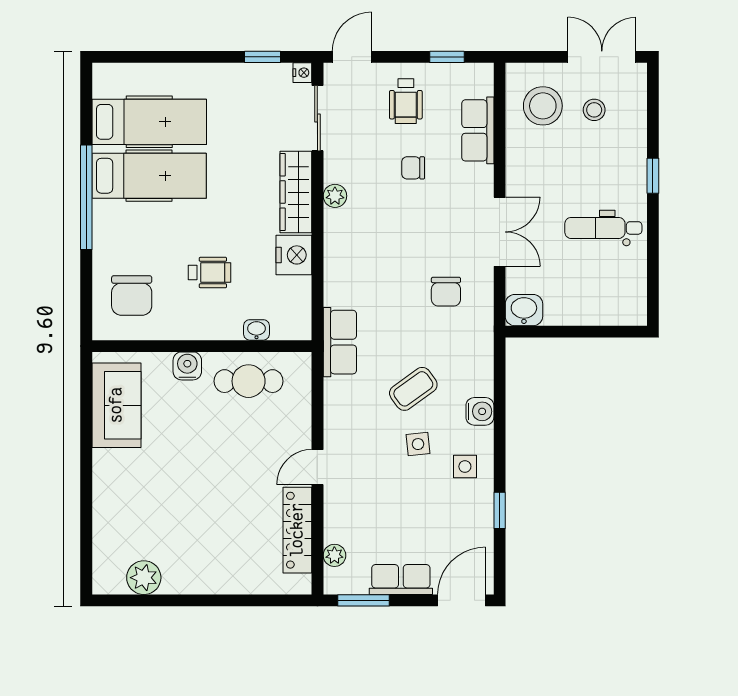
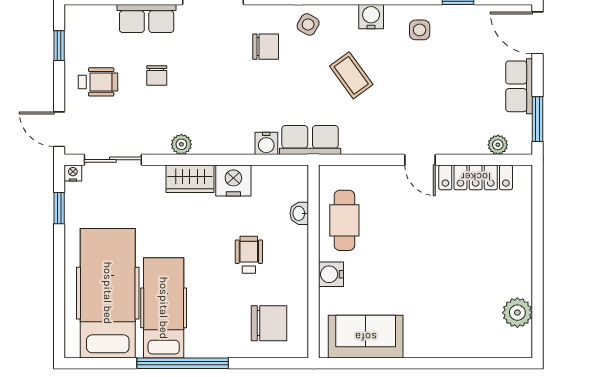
hospital bed: (149, 122) -> (108, 293), width x1.37, depth x1.29
row of seats: (478, 130) -> (147, 19), moved
wardrobe: (296, 192) -> (190, 179), width x0.67
water cooler: (336, 292) -> (266, 143), added
side table: (418, 444) -> (308, 24), moved, turned 36

